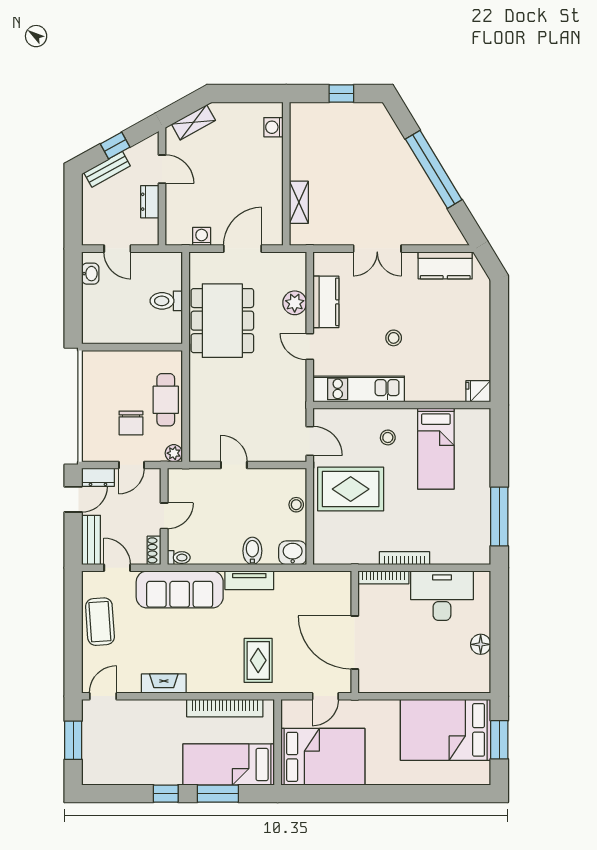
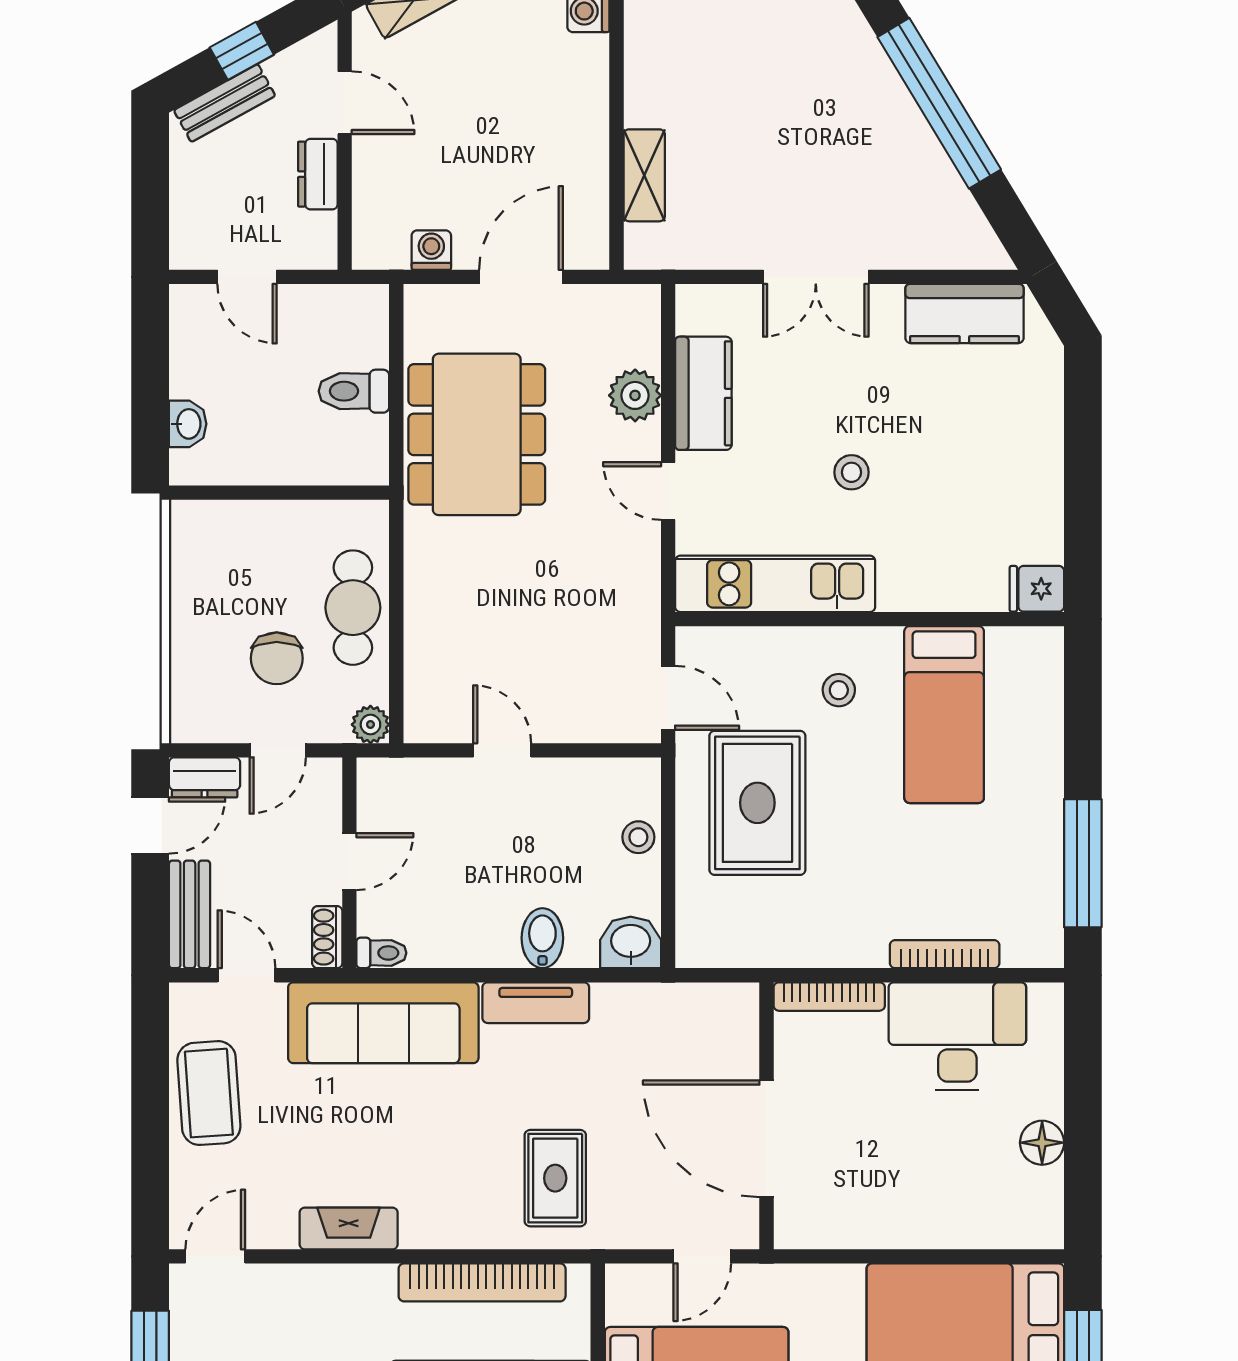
washbasin: (90, 274) -> (188, 424), moved
rug: (351, 489) -> (757, 803), turned 90
bookcase: (404, 558) -> (945, 954), moved

